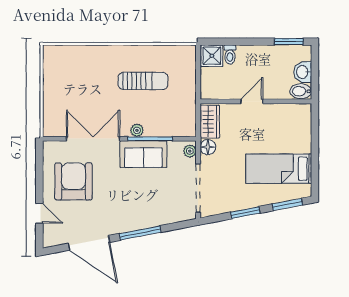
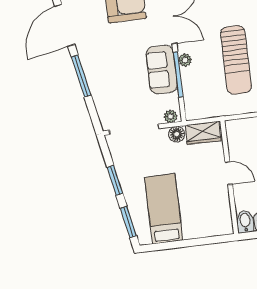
sun lounger: (143, 81) -> (236, 60), width x1.36, depth x1.34

